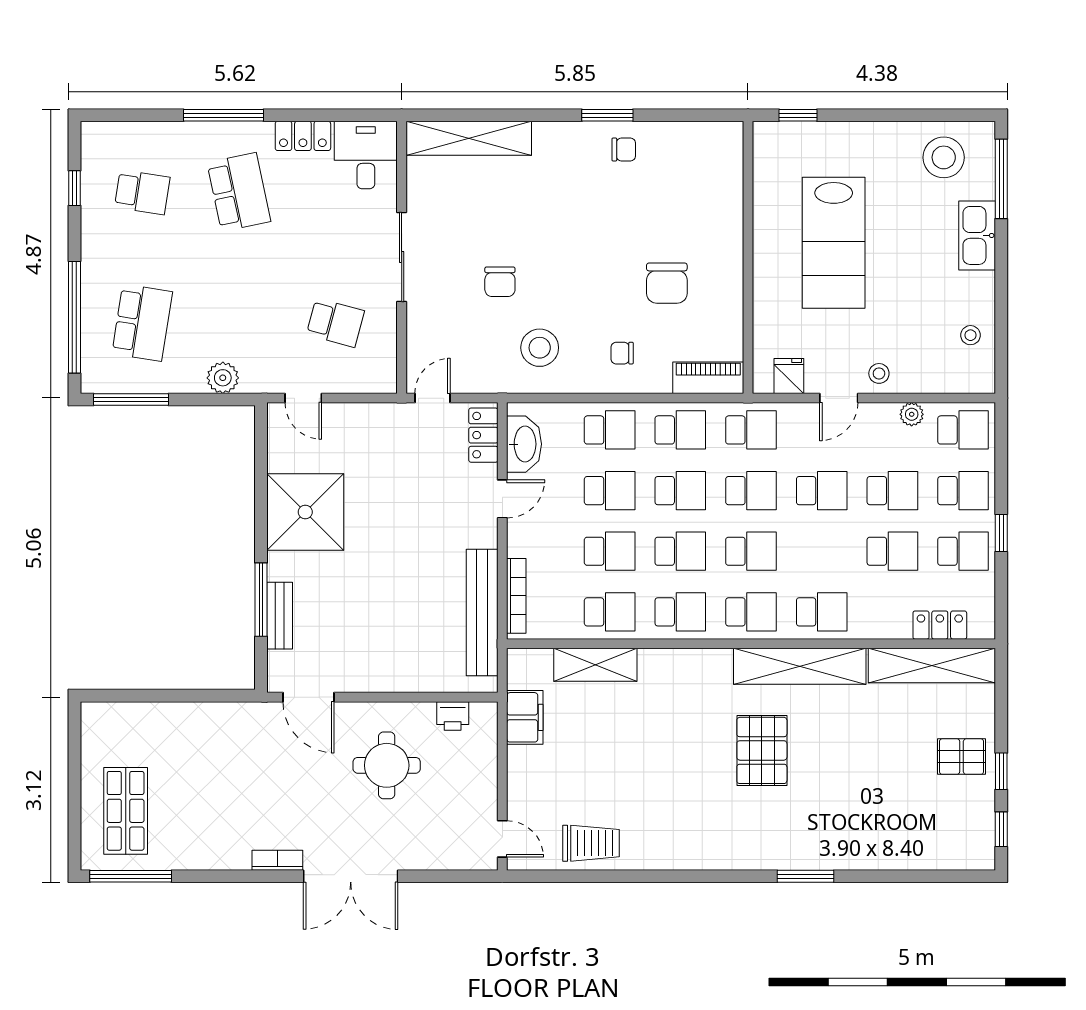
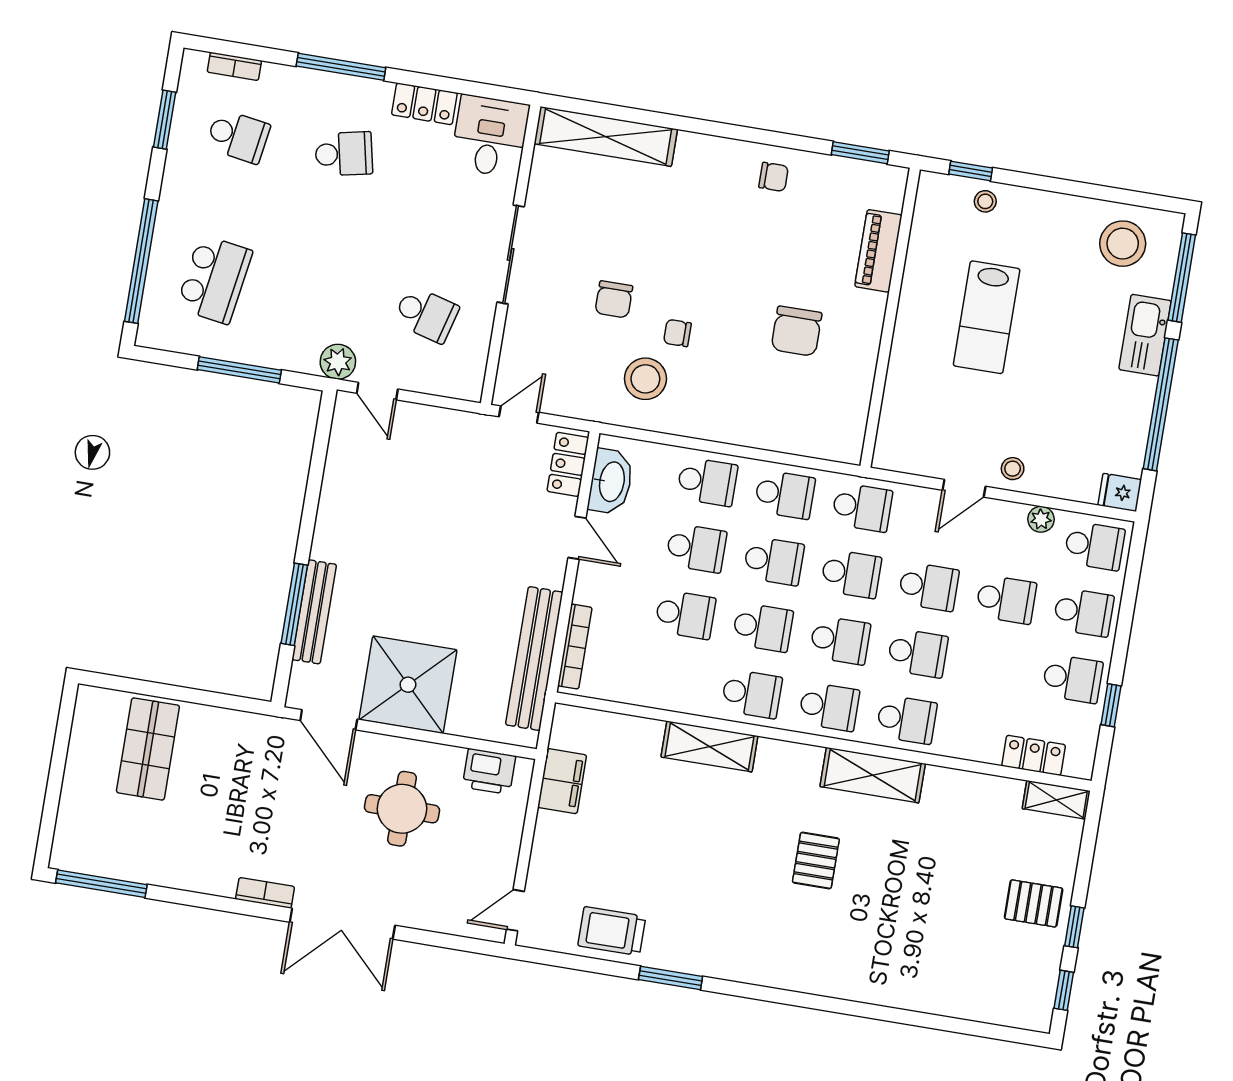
window: (607, 115) -> (860, 153), moved
bookcase: (129, 131) -> (234, 66), added
window: (74, 188) -> (165, 120), width x1.50
school desk: (239, 192) -> (344, 154), width x0.54
lab bench: (834, 243) -> (987, 317), width x0.73, depth x0.72
window: (1001, 295) -> (1161, 404), added
stool: (970, 335) -> (985, 201), moved
chair: (622, 353) -> (677, 333), moved
fridge: (789, 376) -> (1120, 492), moved, turned -90
plant: (223, 378) -> (338, 362), moved
piano: (708, 378) -> (878, 251), moved, turned -90
window: (131, 400) -> (239, 370), moved
door: (502, 499) -> (577, 538), hinge flipped
shower: (305, 512) -> (408, 685), moved
window: (1001, 533) -> (1111, 705), moved
school desk: (892, 551) -> (918, 653), moved
school desk: (610, 612) -> (674, 681), removed
bench: (280, 616) -> (314, 612), width x1.36
shelving: (595, 665) -> (709, 746), moved
shelving: (800, 666) -> (873, 775), width x0.68
shelving: (932, 666) -> (1056, 800), width x0.45, depth x0.75
printer: (453, 716) -> (489, 771), width x1.36, depth x1.24
pallet: (762, 750) -> (816, 860), width x0.67, depth x0.71
shop shelf: (126, 811) -> (148, 749), moved
door: (502, 839) -> (515, 910), swing flipped
trolley: (591, 843) -> (612, 931), turned 180
window: (805, 876) -> (671, 978), moved

